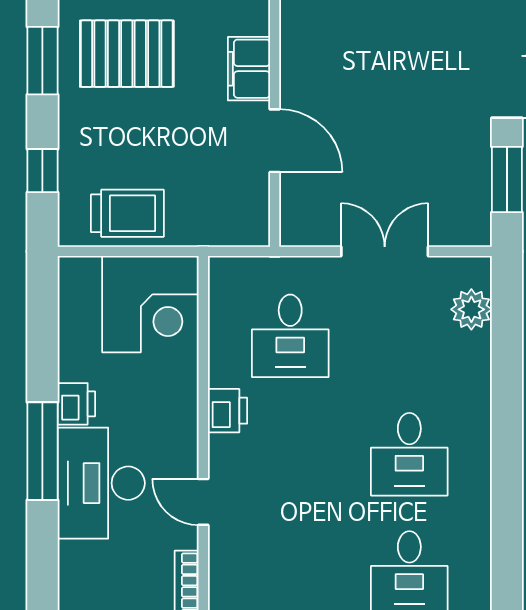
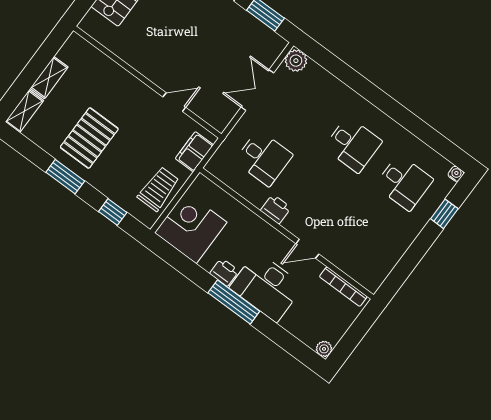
filing cabinet: (249, 69) -> (194, 152), moved, turned 90
door: (275, 141) -> (174, 102), width x0.73
corner desk: (150, 304) -> (191, 227), moved, turned -90
plant: (471, 309) -> (296, 61), moved

